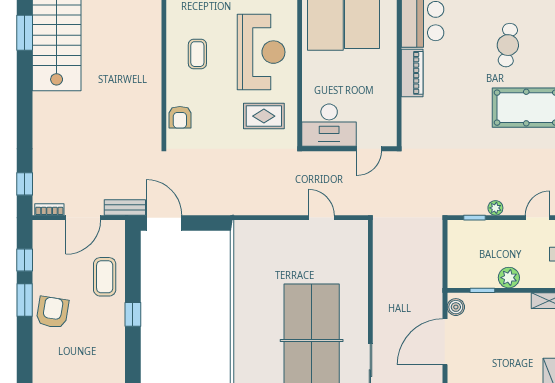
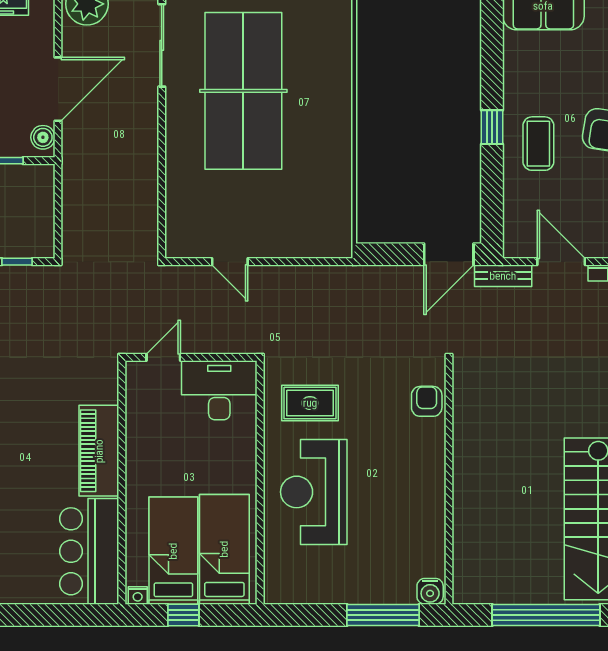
coffee table: (197, 54) -> (402, 489), removed
piano: (412, 73) -> (99, 451), width x1.37, depth x1.33
door: (83, 218) -> (561, 262), hinge flipped
door: (164, 223) -> (449, 254), hinge flipped
coffee table: (105, 277) -> (538, 144), moved

